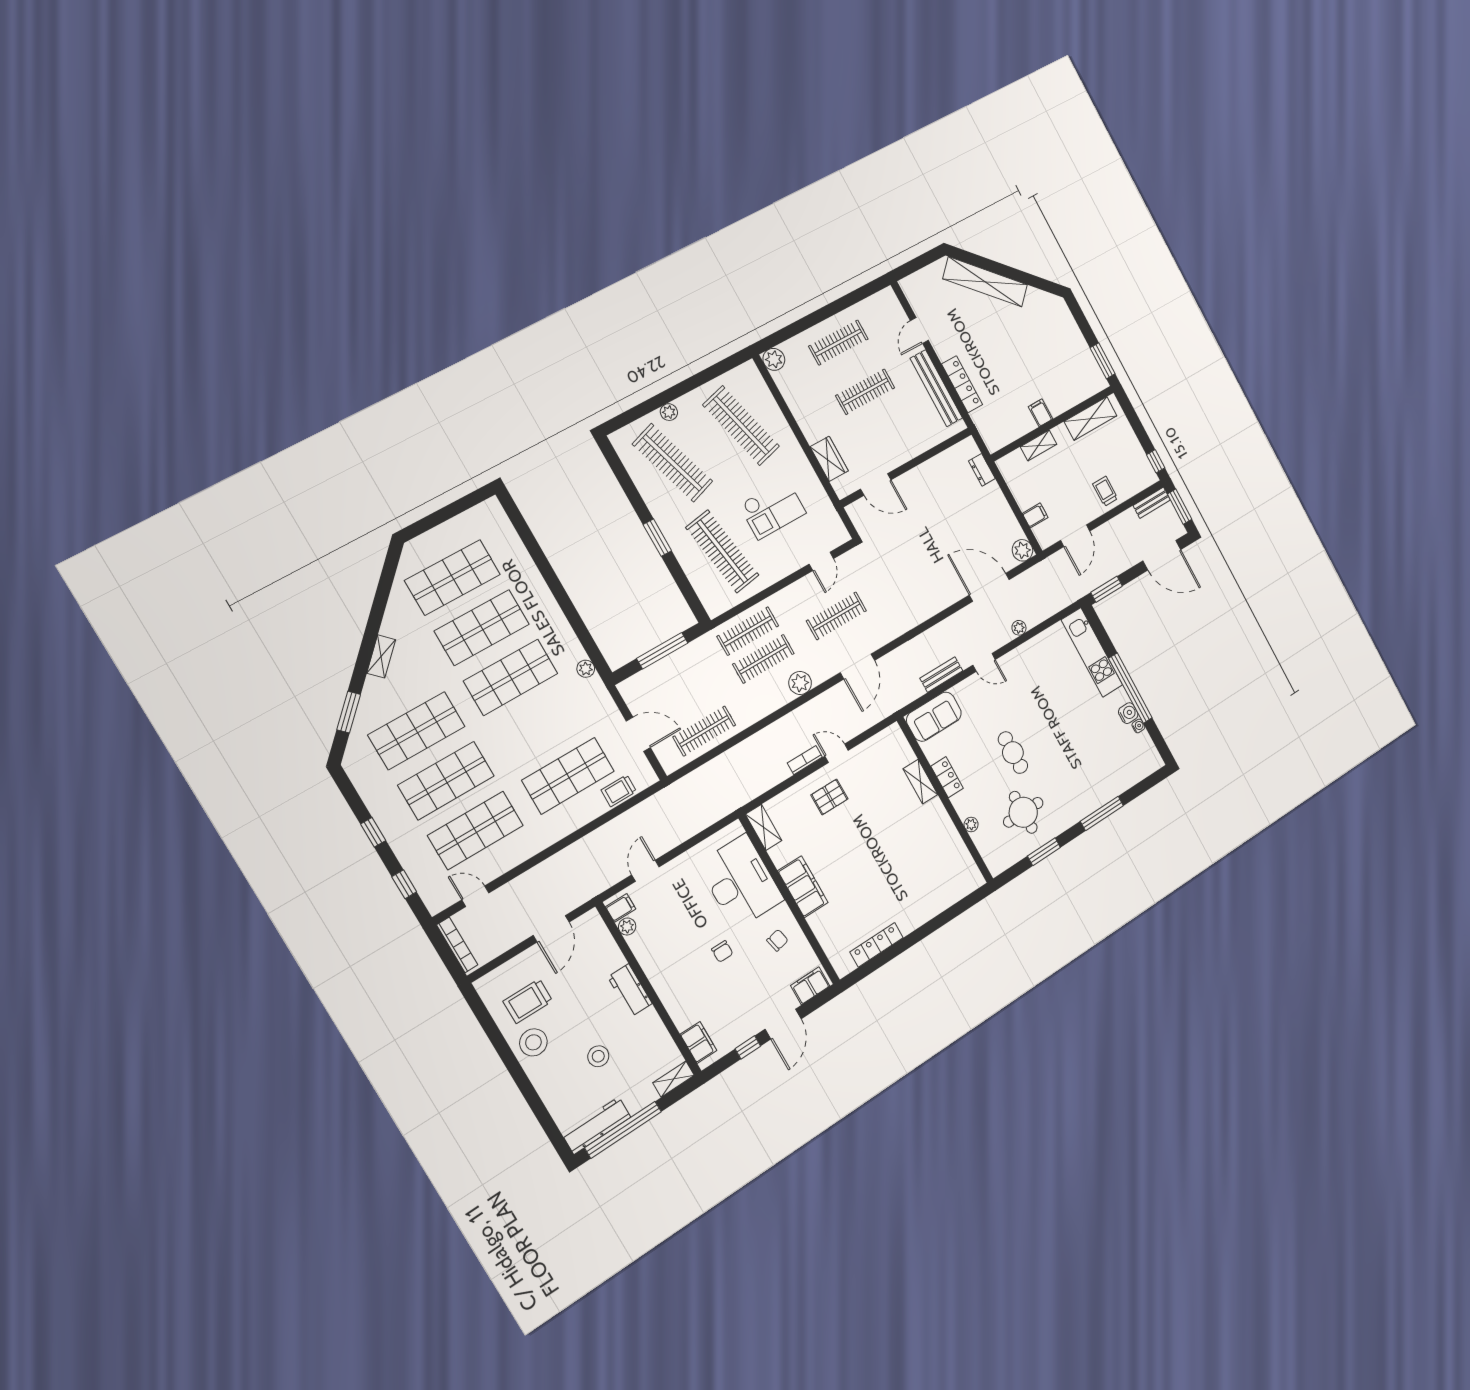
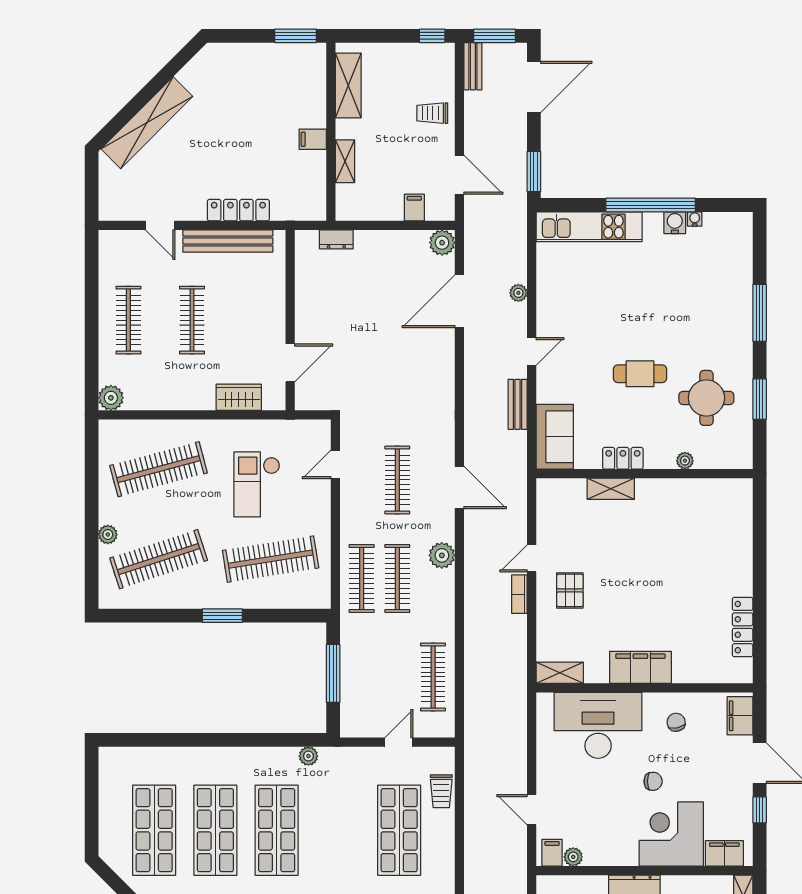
checkout: (773, 509) -> (257, 484), turned 180
door: (821, 561) -> (335, 464), swing flipped
door: (638, 734) -> (399, 742), width x0.73
corner desk: (690, 992) -> (671, 834), added

